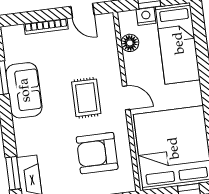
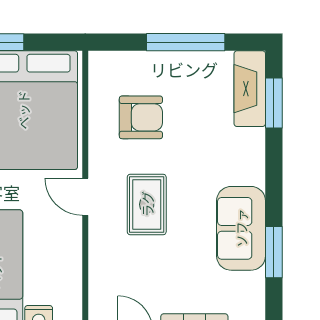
floor lamp: (130, 43) -> (69, 280), removed
armchair: (97, 153) -> (141, 117), width x0.73, depth x0.73

